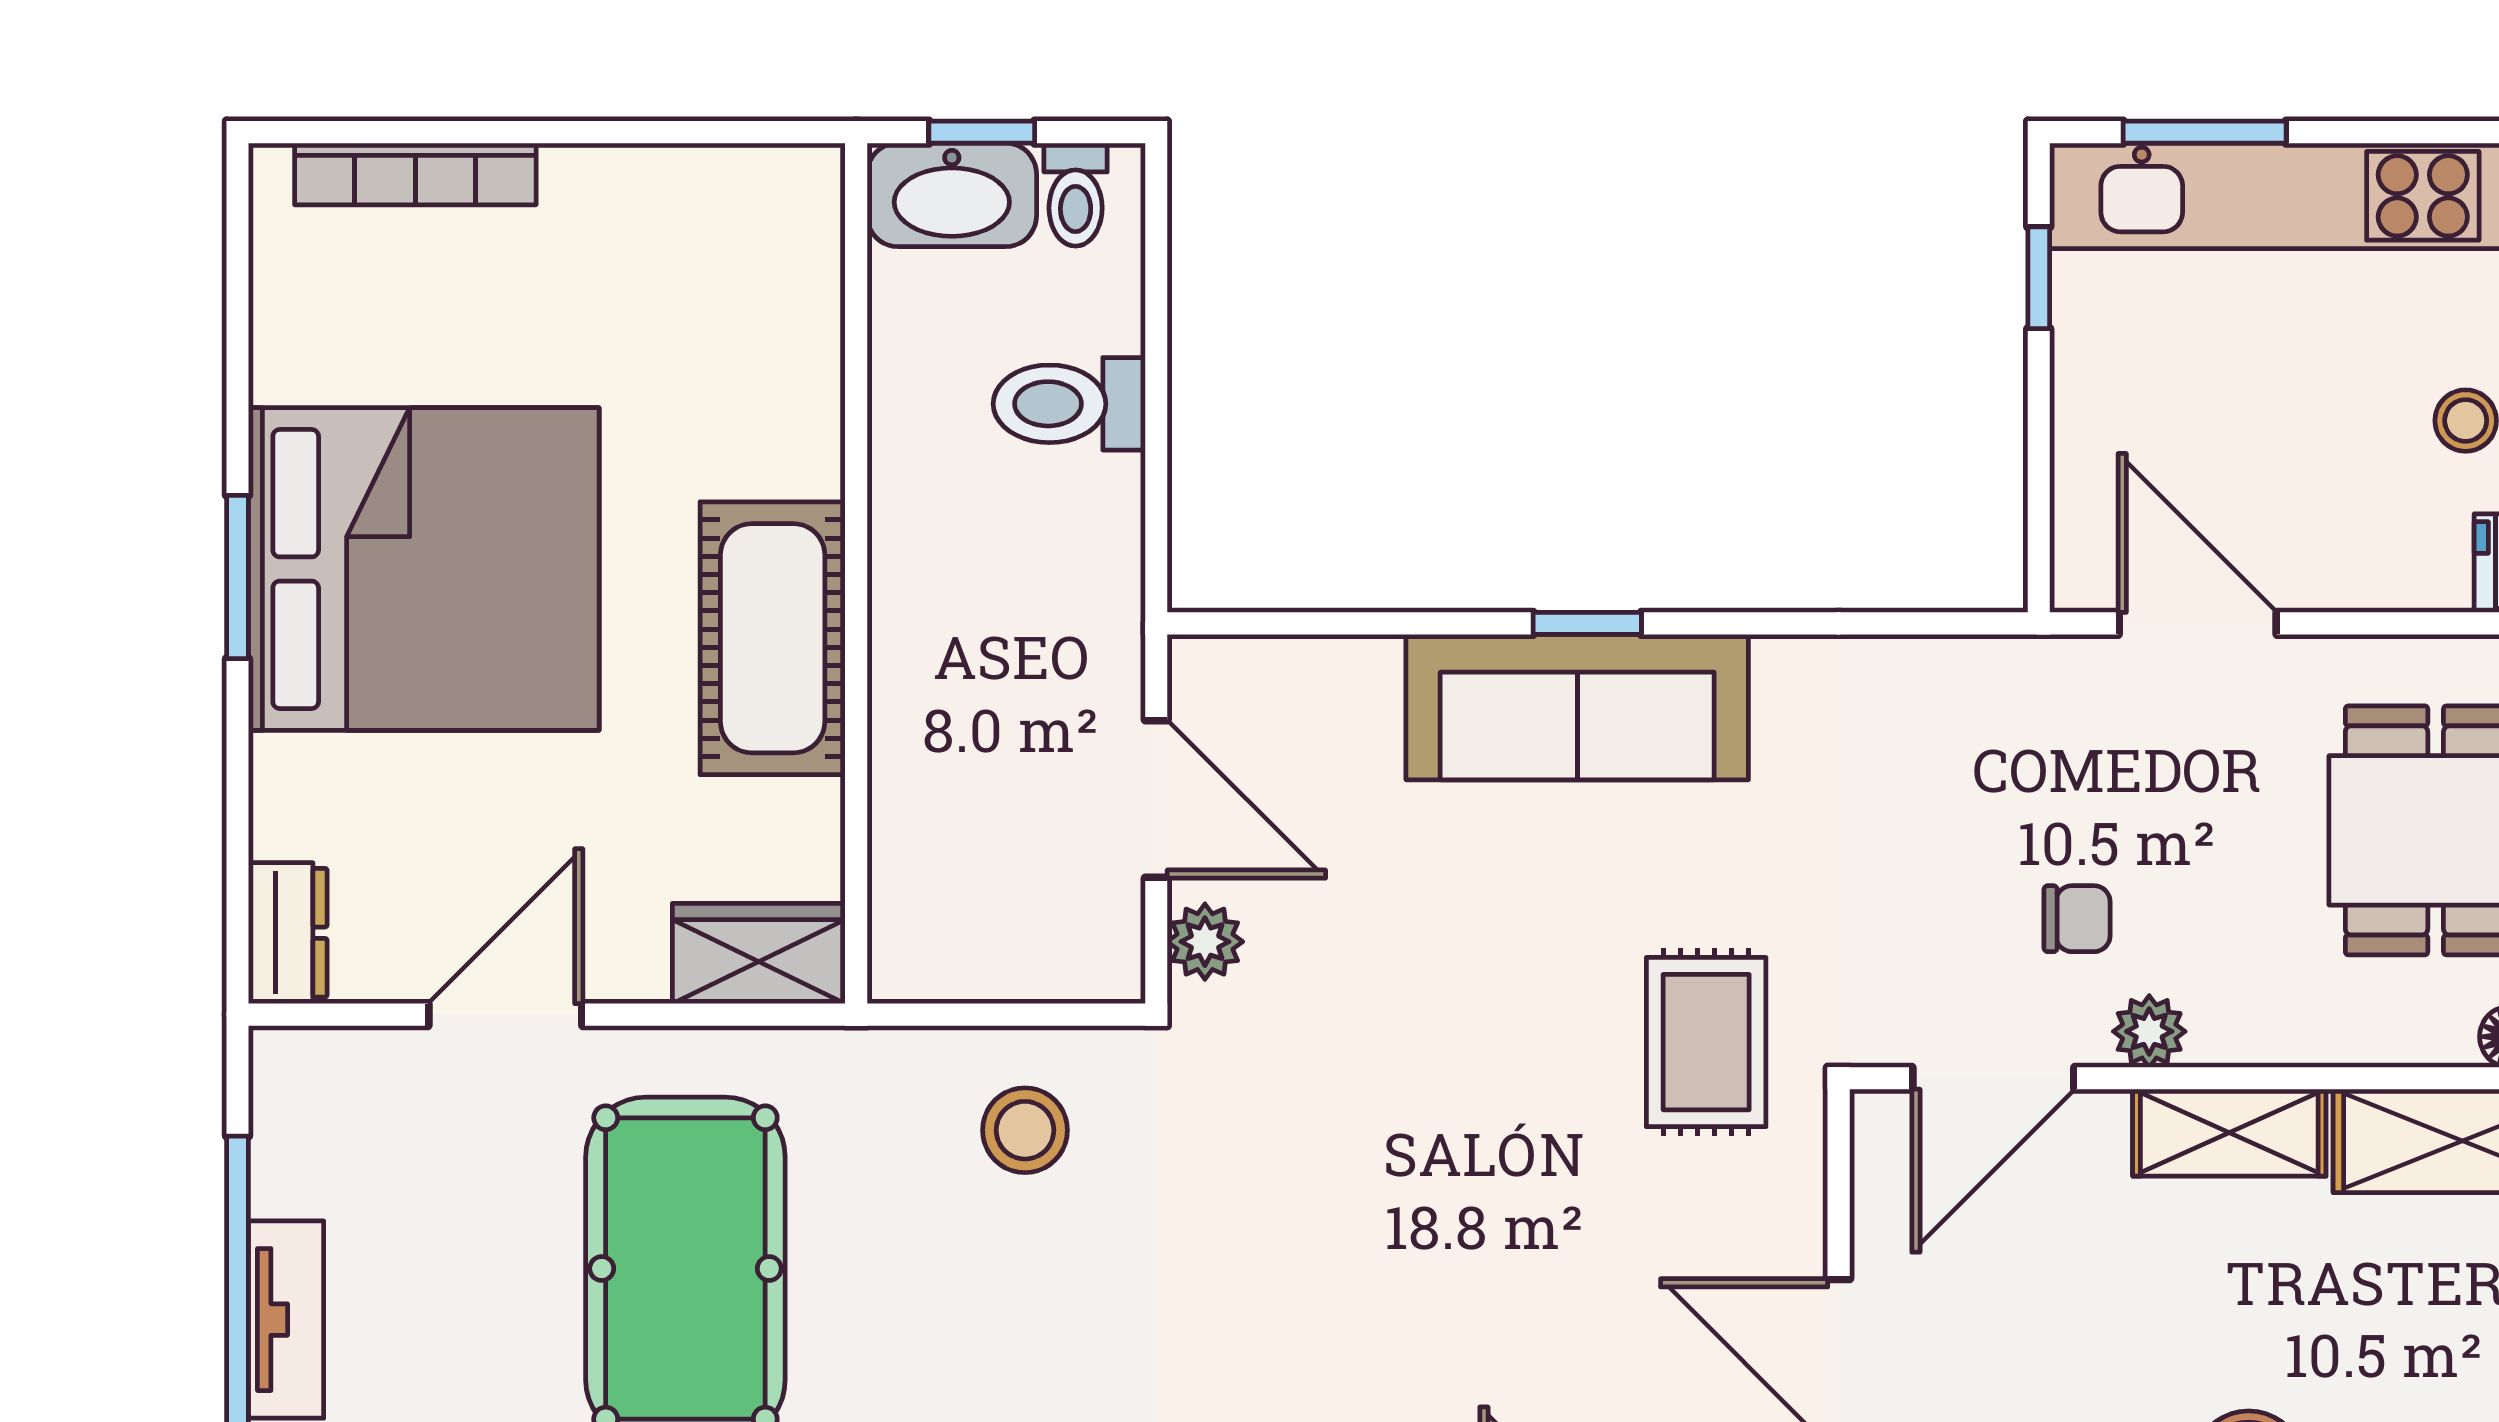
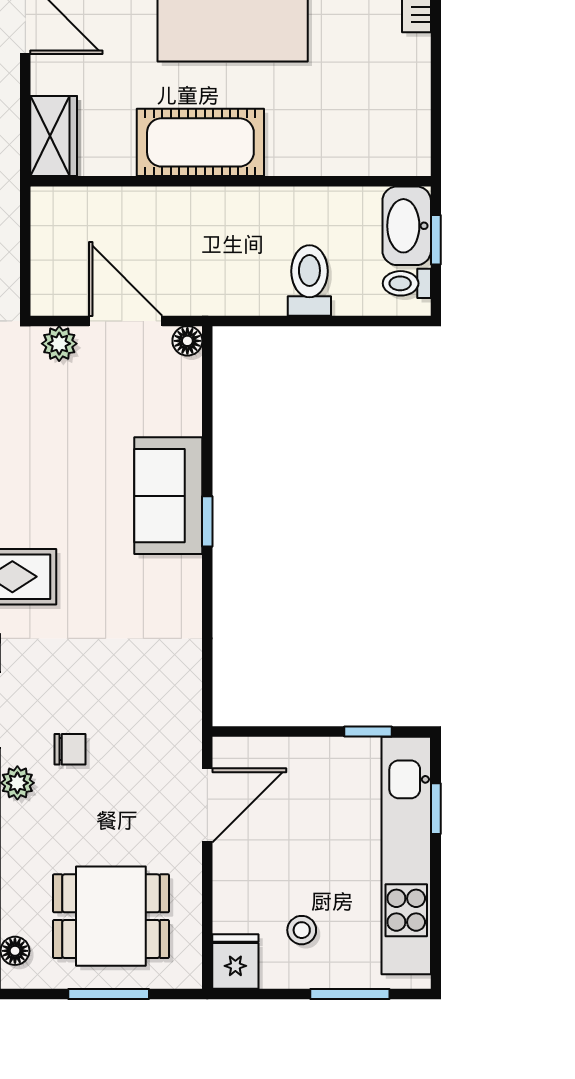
window: (2205, 132) -> (436, 809), width x0.67
floor lamp: (1199, 666) -> (187, 341), added
sofa: (1577, 707) -> (168, 496), width x0.73
door: (1156, 799) -> (126, 321), swing flipped
chair: (2077, 919) -> (70, 749), turned -90

